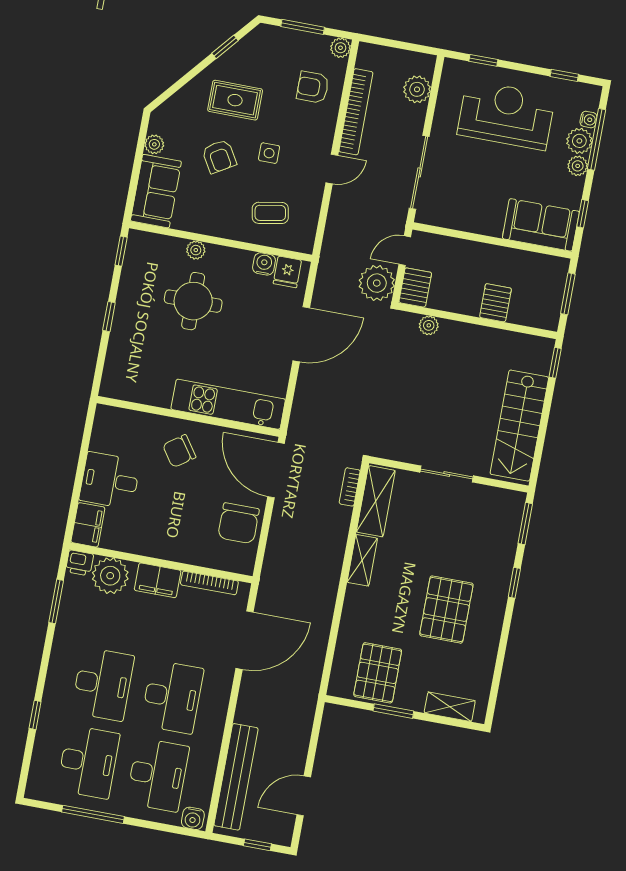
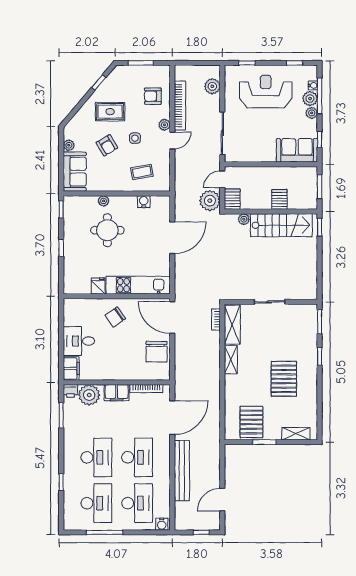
plant: (340, 48) -> (164, 125), moved
fridge: (287, 272) -> (98, 286), moved, turned 180
stairs: (519, 426) -> (281, 225), moved, turned -90
bench: (236, 777) -> (182, 471), moved

